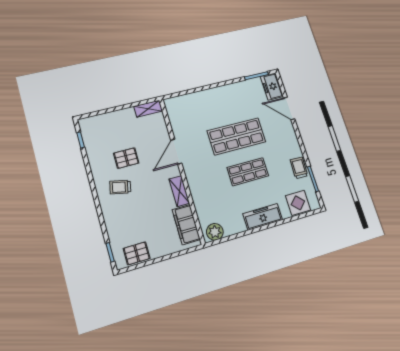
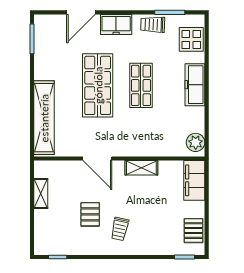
freezer: (272, 87) -> (116, 24), moved
shelving: (197, 100) -> (44, 118), added
shelving: (148, 109) -> (41, 194), moved
filing cabinet: (186, 225) -> (194, 180), moved, turned 90

